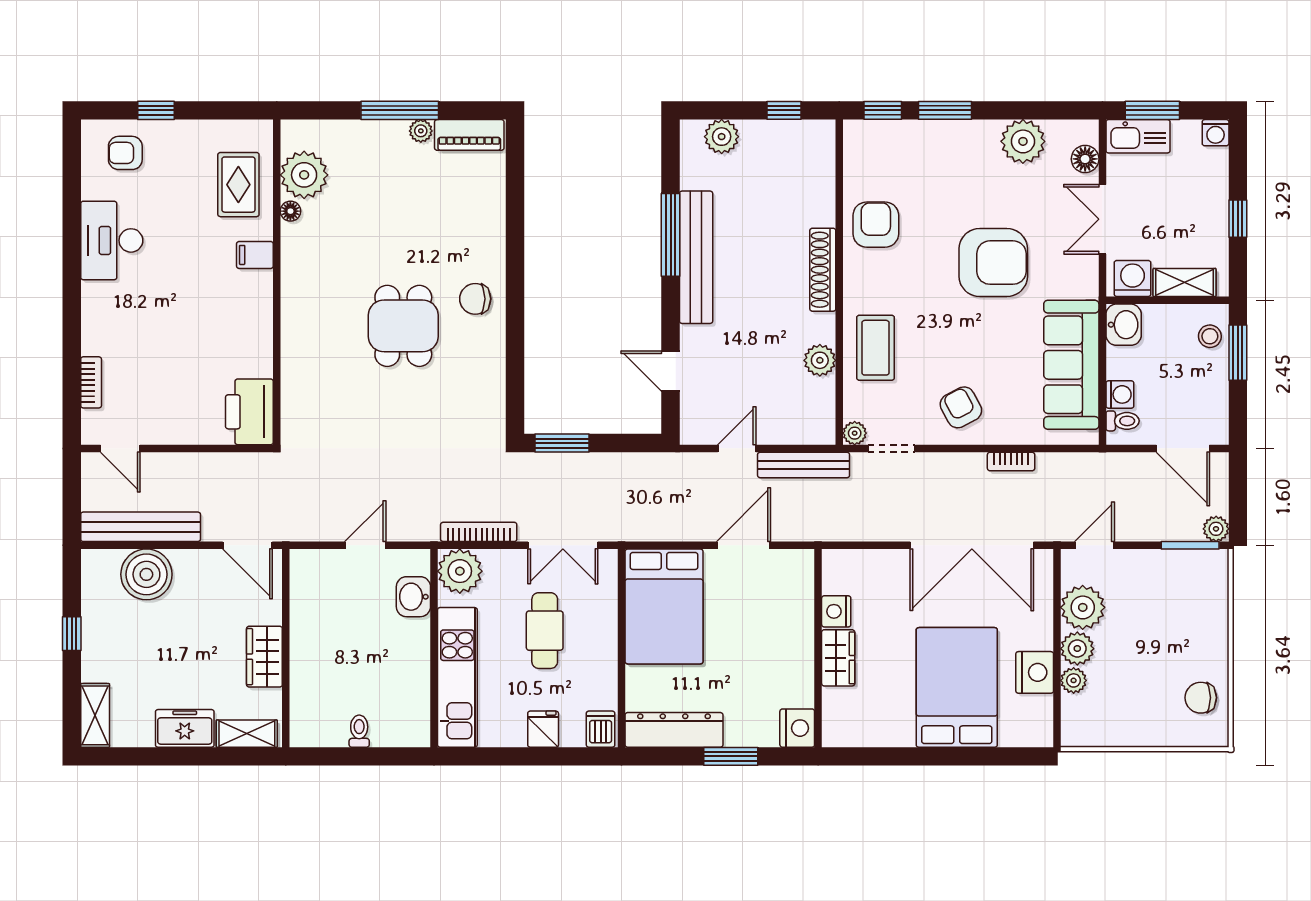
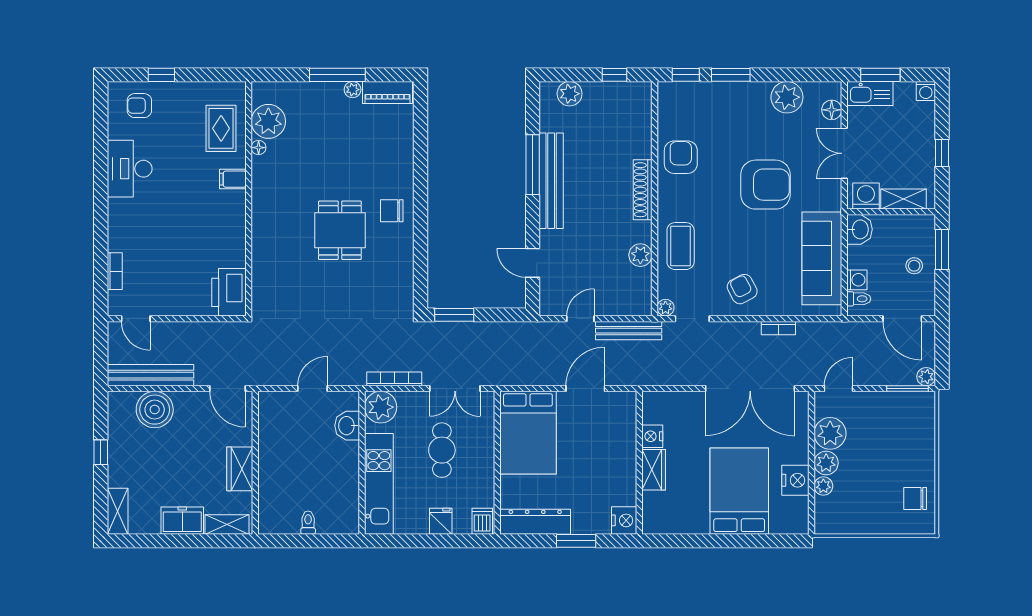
stool: (1210, 336) -> (914, 266), moved

